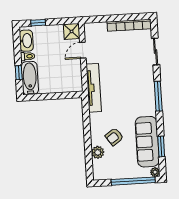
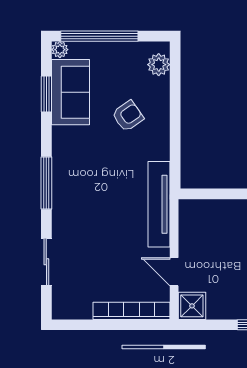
bookcase: (129, 25) -> (132, 311), moved
door: (83, 50) -> (174, 272), swing flipped
sofa: (147, 142) -> (70, 92), width x0.73
plant: (98, 152) -> (159, 65), moved

